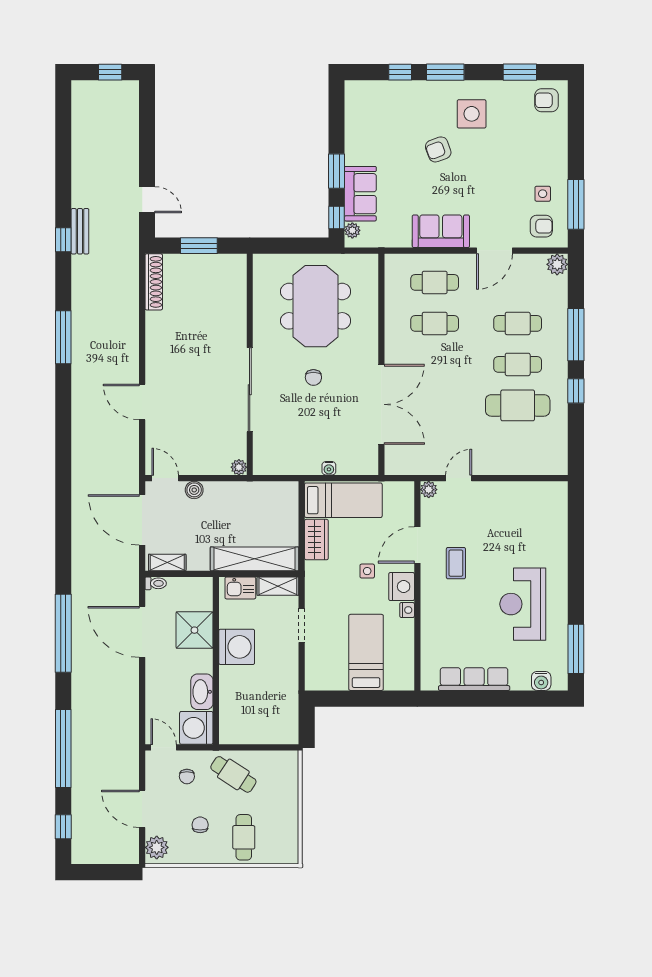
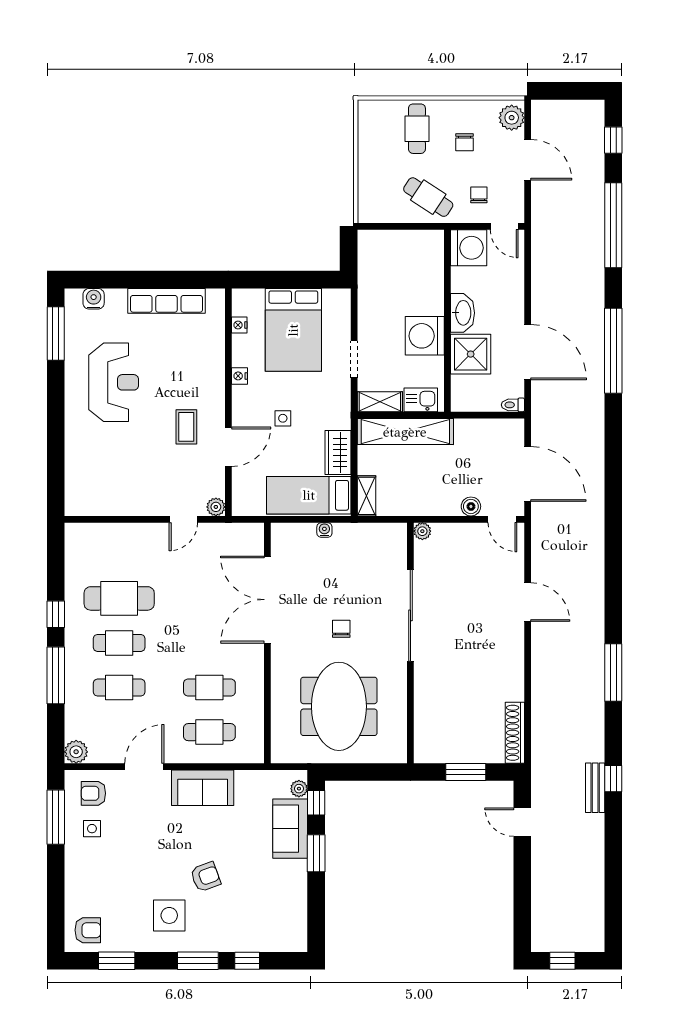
shelving: (167, 563) -> (366, 496), moved, turned 90
nightstand: (402, 587) -> (239, 325), moved, width x0.53, depth x0.56
bed: (366, 652) -> (293, 330), width x1.50
washbasin: (202, 692) -> (463, 313), moved

